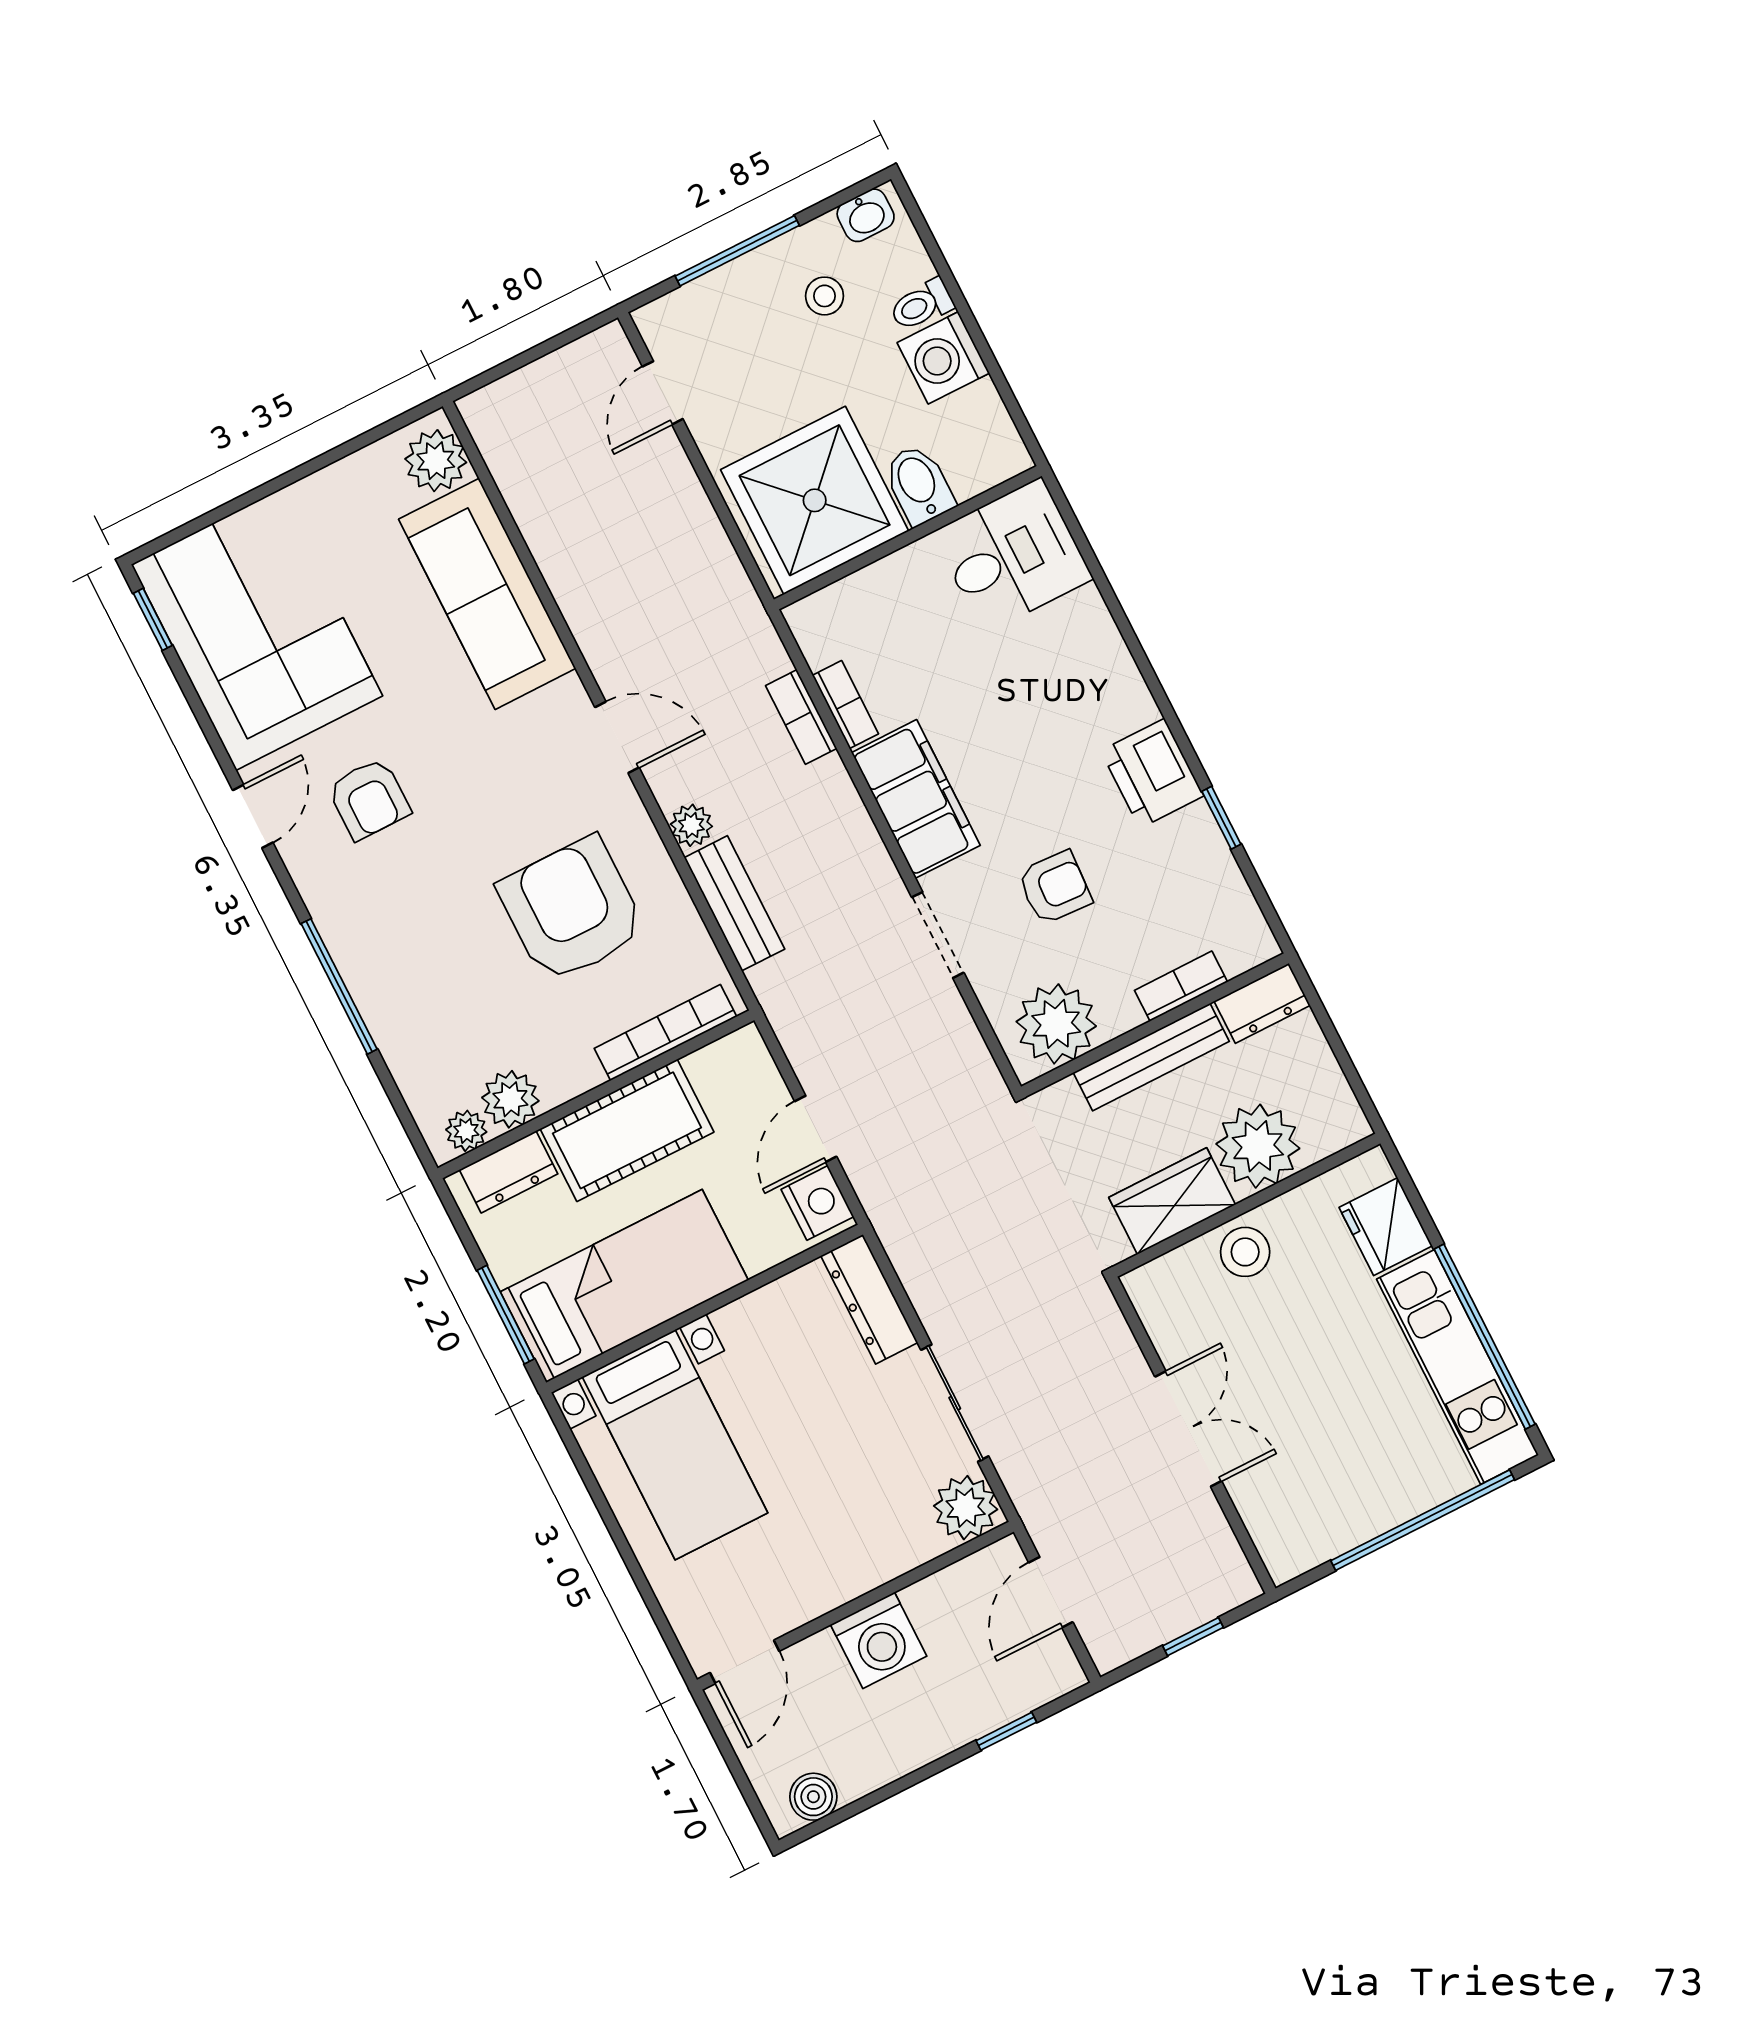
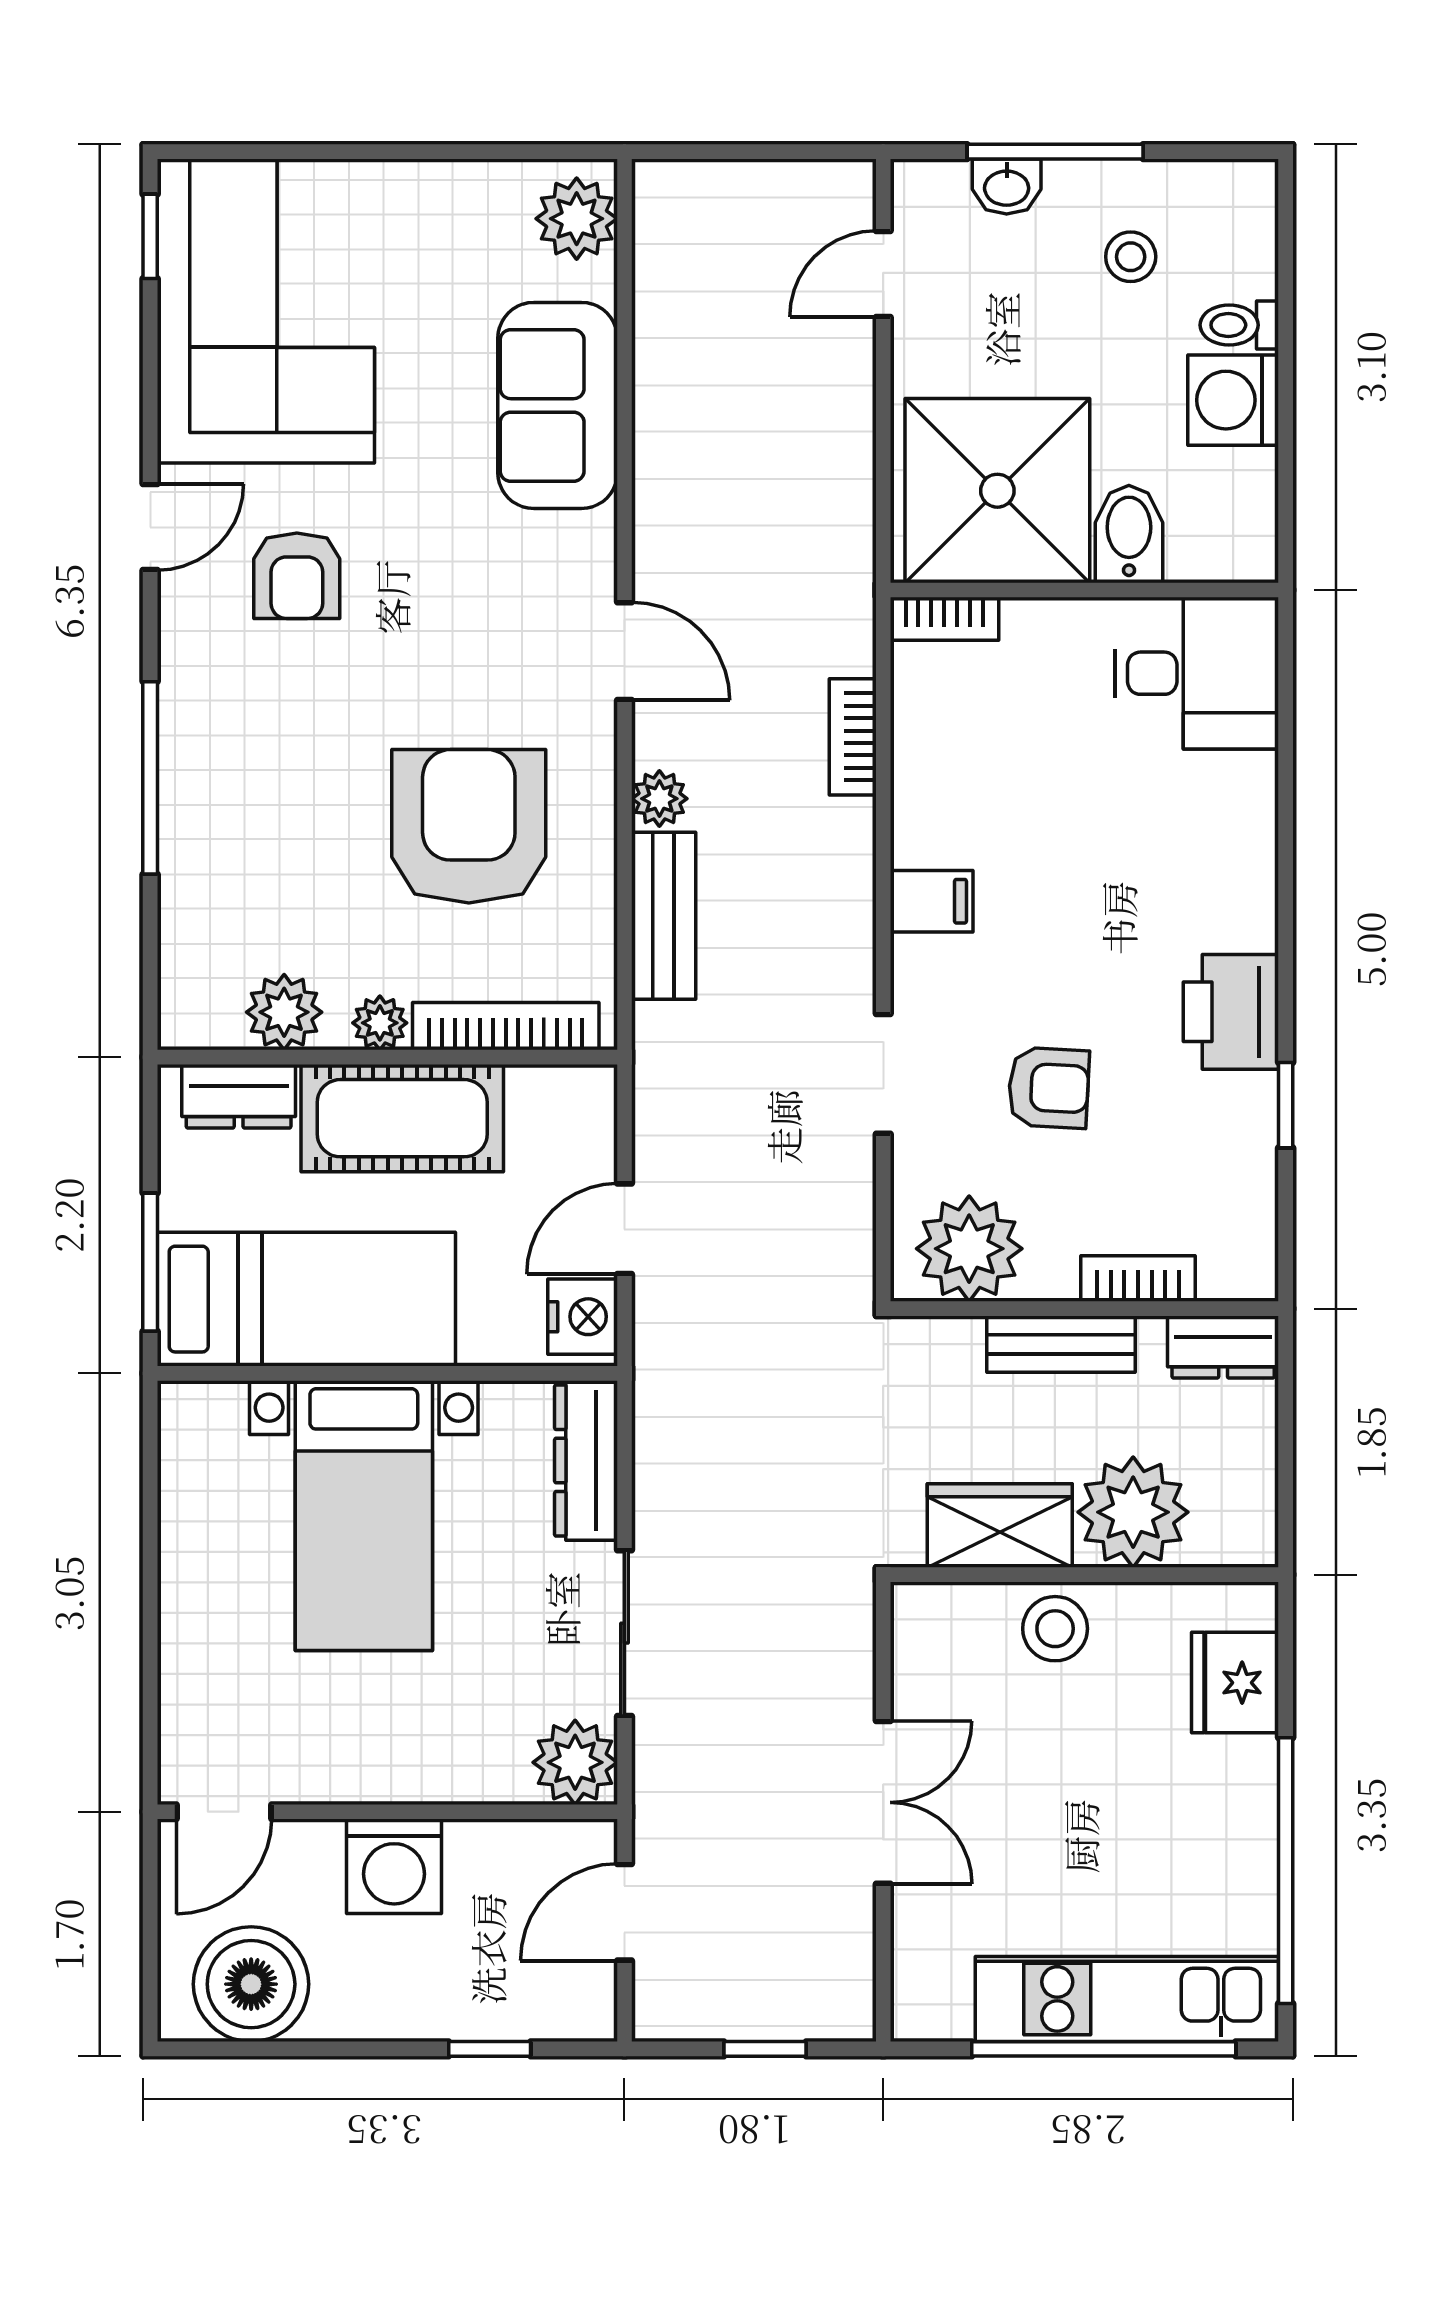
washbasin: (866, 215) -> (1007, 187), moved
sofa: (487, 594) -> (558, 405), width x0.73
bookcase: (845, 705) -> (944, 619), moved, turned 90
filing cabinet: (916, 799) -> (932, 901), width x0.33, depth x0.86
bench: (1151, 1057) -> (1061, 1344), width x0.73
plant: (466, 1131) -> (380, 1023), moved
kitchen unit: (1458, 1367) -> (1127, 1999), moved, turned 90
bed with nightstands: (675, 1445) -> (364, 1516), moved
boiler: (813, 1797) -> (251, 1984), width x1.86, depth x1.86

